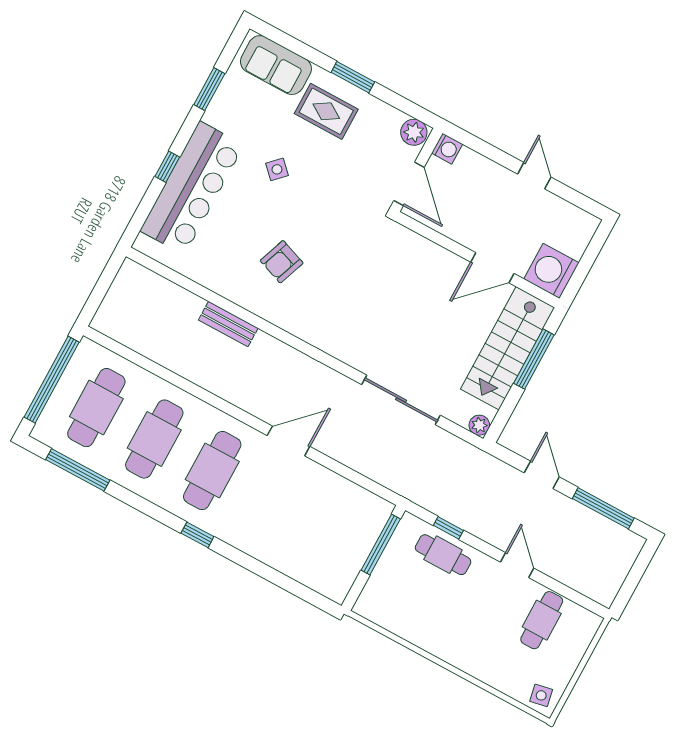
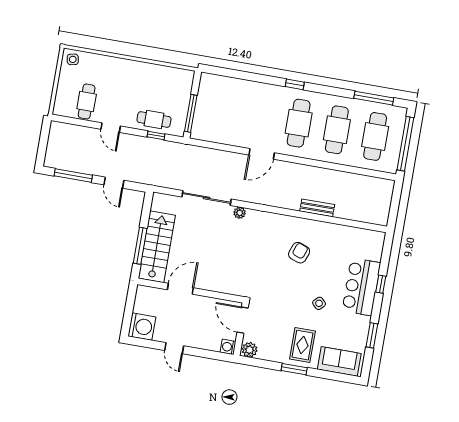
rug: (326, 111) -> (302, 345), turned 90
bar counter: (192, 188) -> (361, 287), width x0.73
washing machine: (551, 271) -> (142, 327), moved
plant: (479, 425) -> (240, 213), moved

